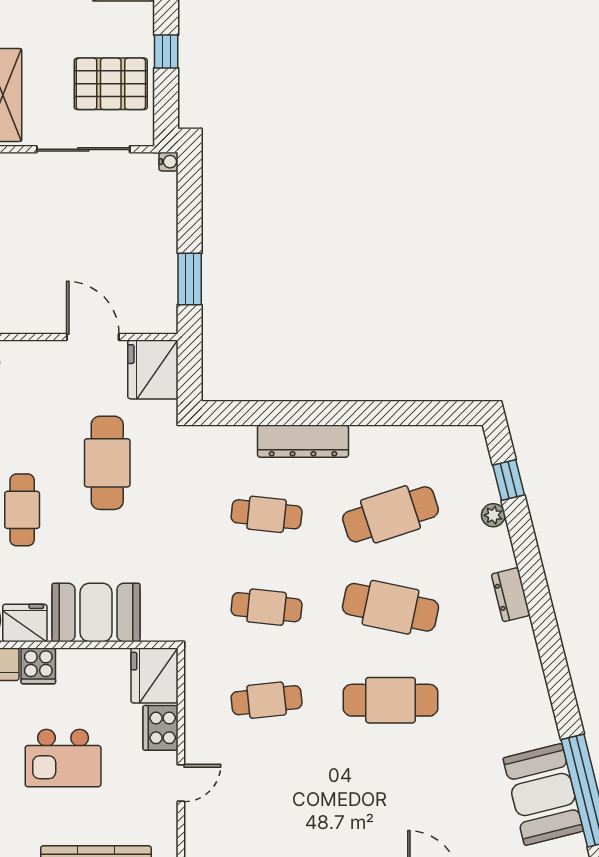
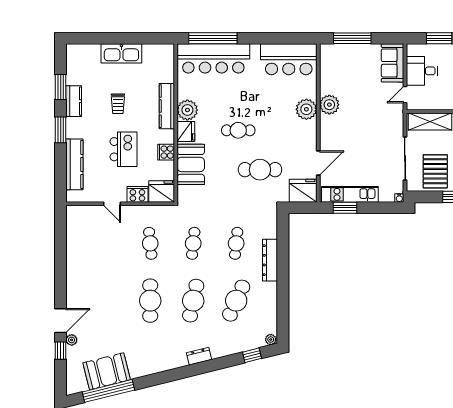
kitchen unit: (161, 268) -> (350, 194), added
cafe table: (391, 514) -> (236, 301), turned 42
plant: (493, 515) -> (271, 339), moved
cooker: (38, 666) -> (166, 152), moved
kitchen island: (63, 758) -> (123, 149), turned 180

